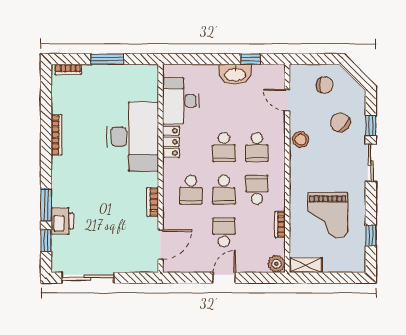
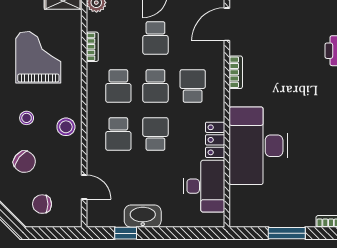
stool: (301, 140) -> (66, 127), moved
school desk: (257, 147) -> (118, 134), turned 180
stool: (338, 161) -> (27, 118), added
school desk: (224, 190) -> (155, 86), turned 180

